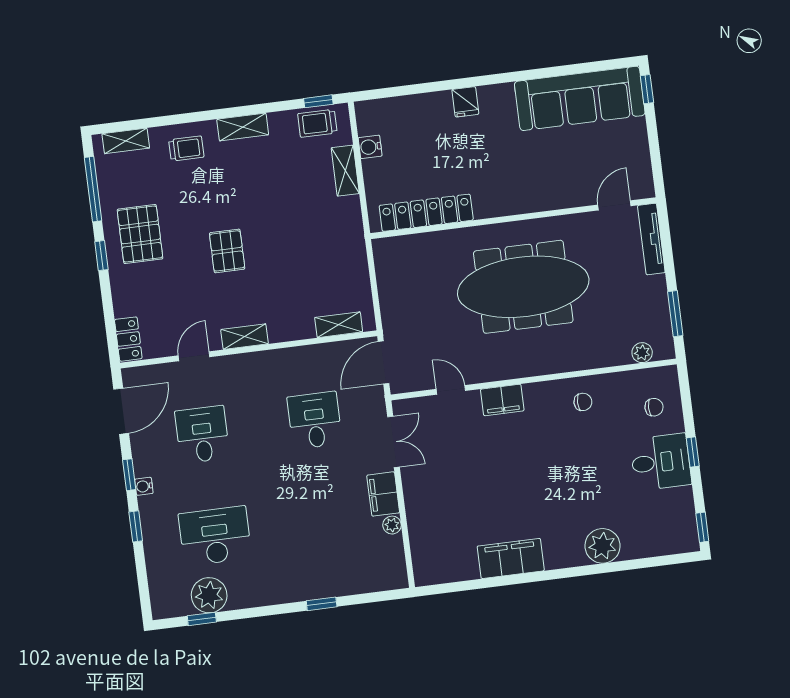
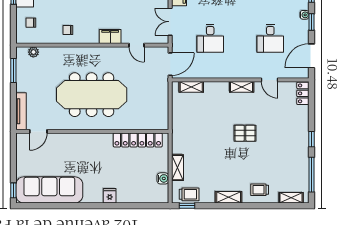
pallet: (140, 234) -> (290, 148), removed
pallet: (227, 251) -> (245, 133), turned 90
door: (194, 356) -> (269, 80), hinge flipped

